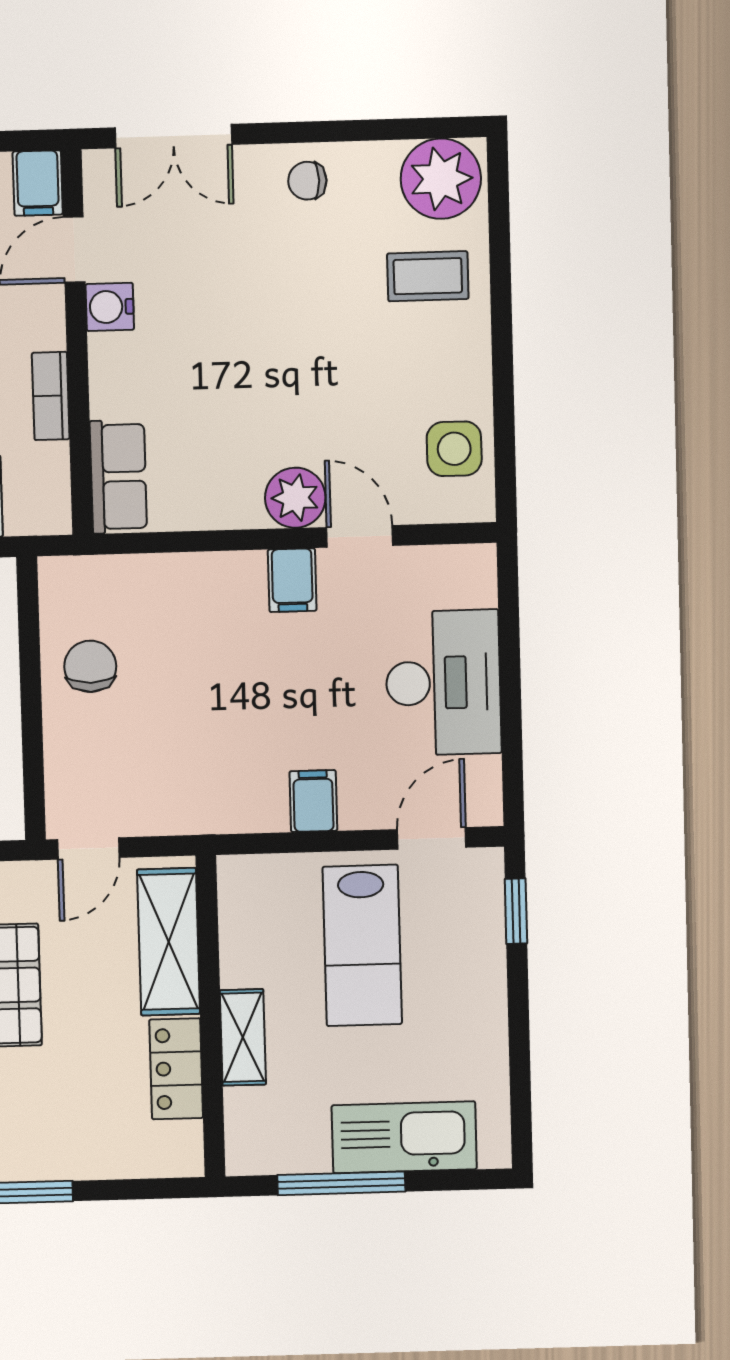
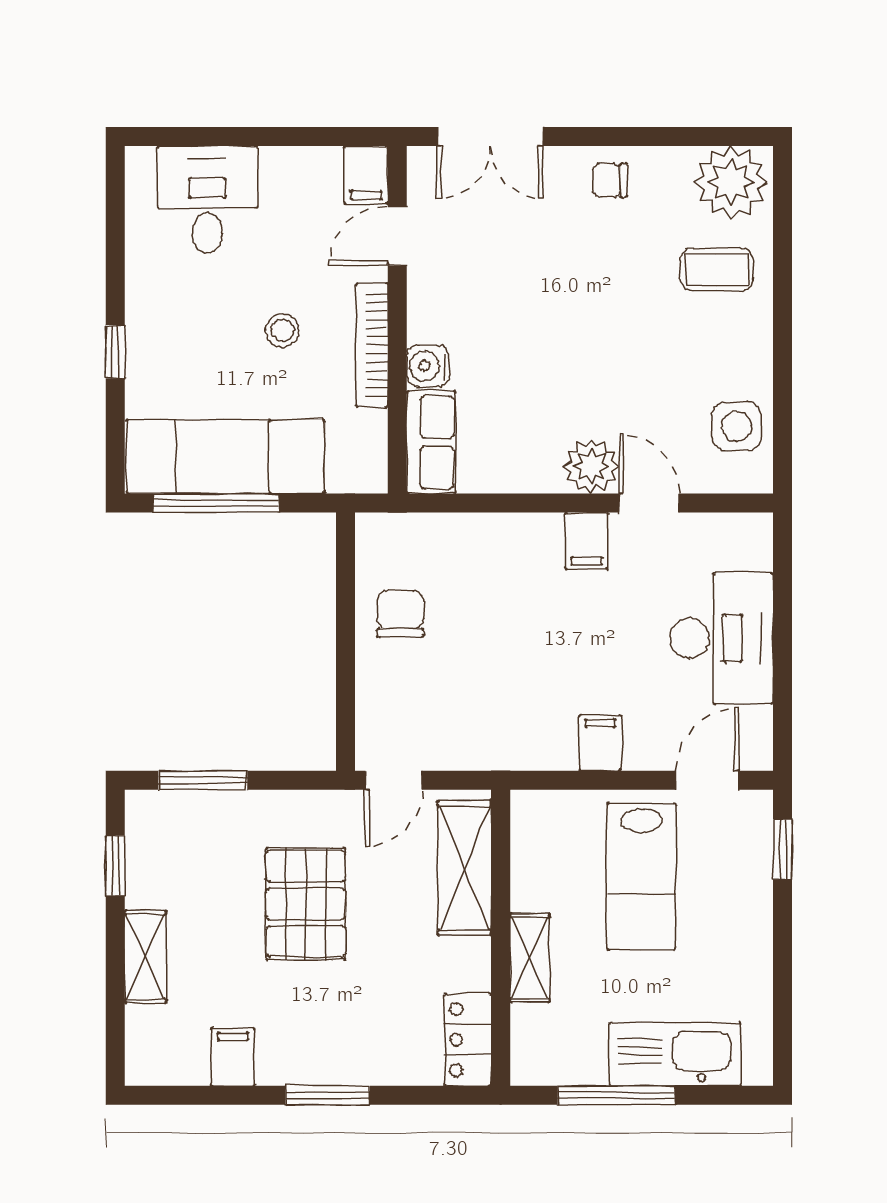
water cooler: (110, 307) -> (428, 366), moved
bookcase: (51, 396) -> (372, 345), width x1.56
locker: (176, 1069) -> (468, 1040), moved

